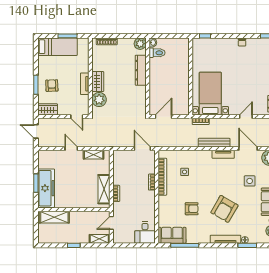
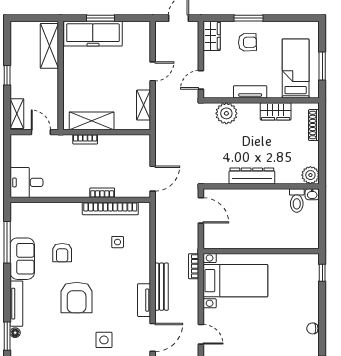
bed: (57, 47) -> (296, 69), moved, turned 180
dresser: (141, 70) -> (252, 176), moved
wardrobe: (98, 82) -> (276, 111), moved
armchair: (224, 209) -> (77, 297), moved, turned -120
sofa: (172, 235) -> (22, 259), moved

